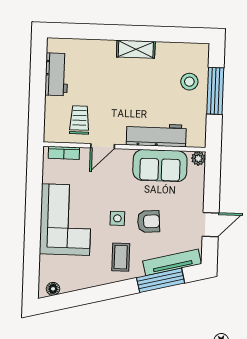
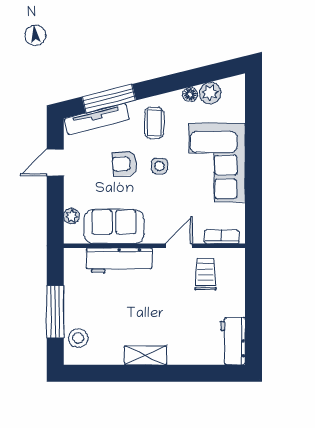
workbench: (56, 74) -> (233, 341), moved
stool: (189, 82) -> (78, 338), moved
trolley: (79, 120) -> (206, 274), turned 180
plant: (198, 158) -> (71, 216), moved
plant: (70, 282) -> (210, 93), added
floor lamp: (53, 289) -> (190, 94), moved

